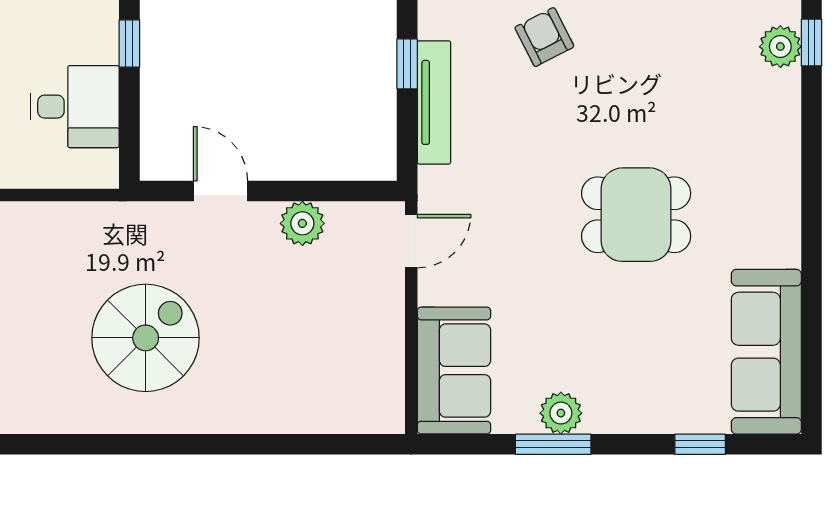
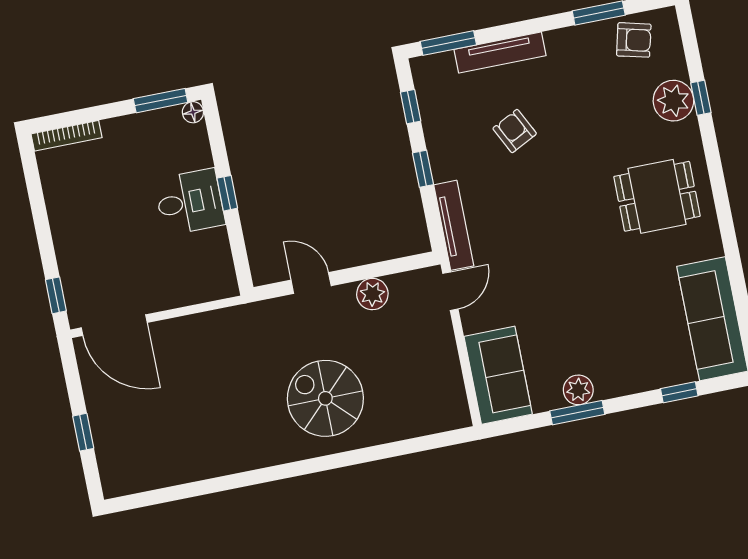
plant: (780, 47) -> (673, 101), width x1.36, depth x1.36
tv unit: (434, 102) -> (454, 225), moved
desk: (75, 107) -> (190, 202), moved
dining table: (636, 215) -> (657, 196), moved
spiral stairs: (146, 338) -> (325, 398), moved, turned -90

